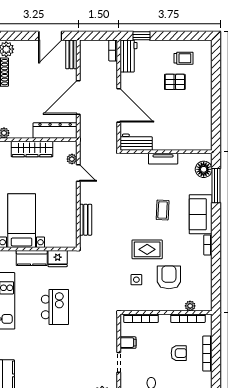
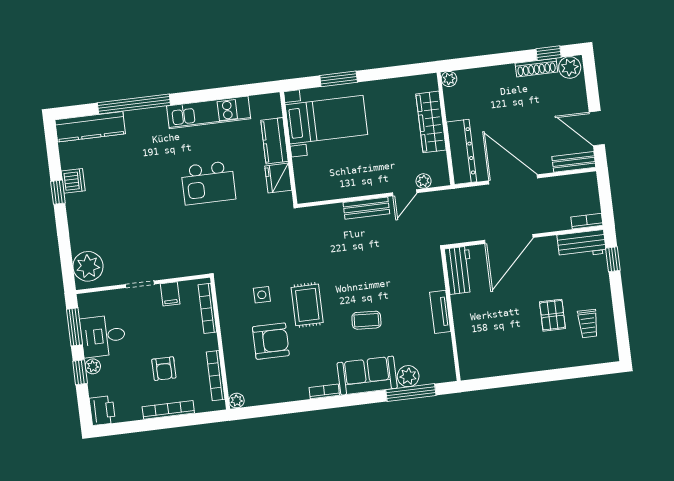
floor lamp: (204, 169) -> (432, 372), removed
plant: (205, 186) -> (408, 376), added
bench: (86, 220) -> (366, 208), moved
plant: (190, 306) -> (237, 401), moved

